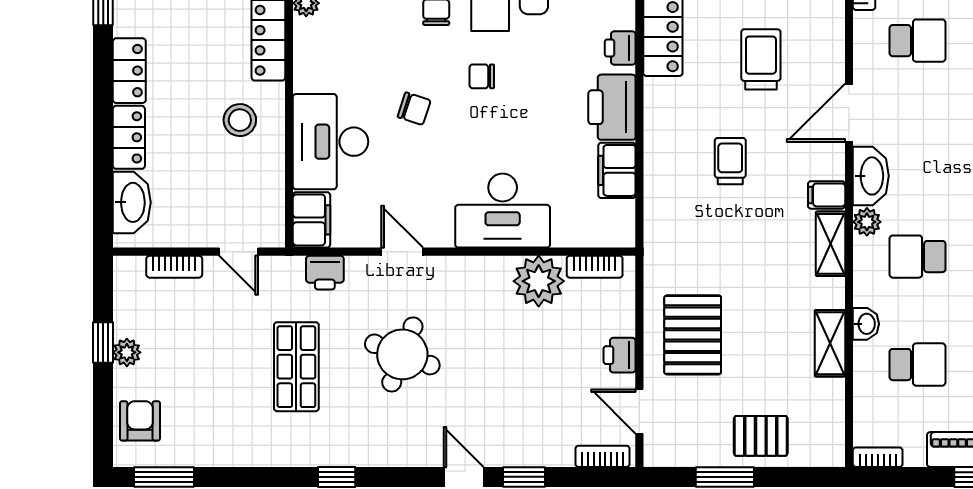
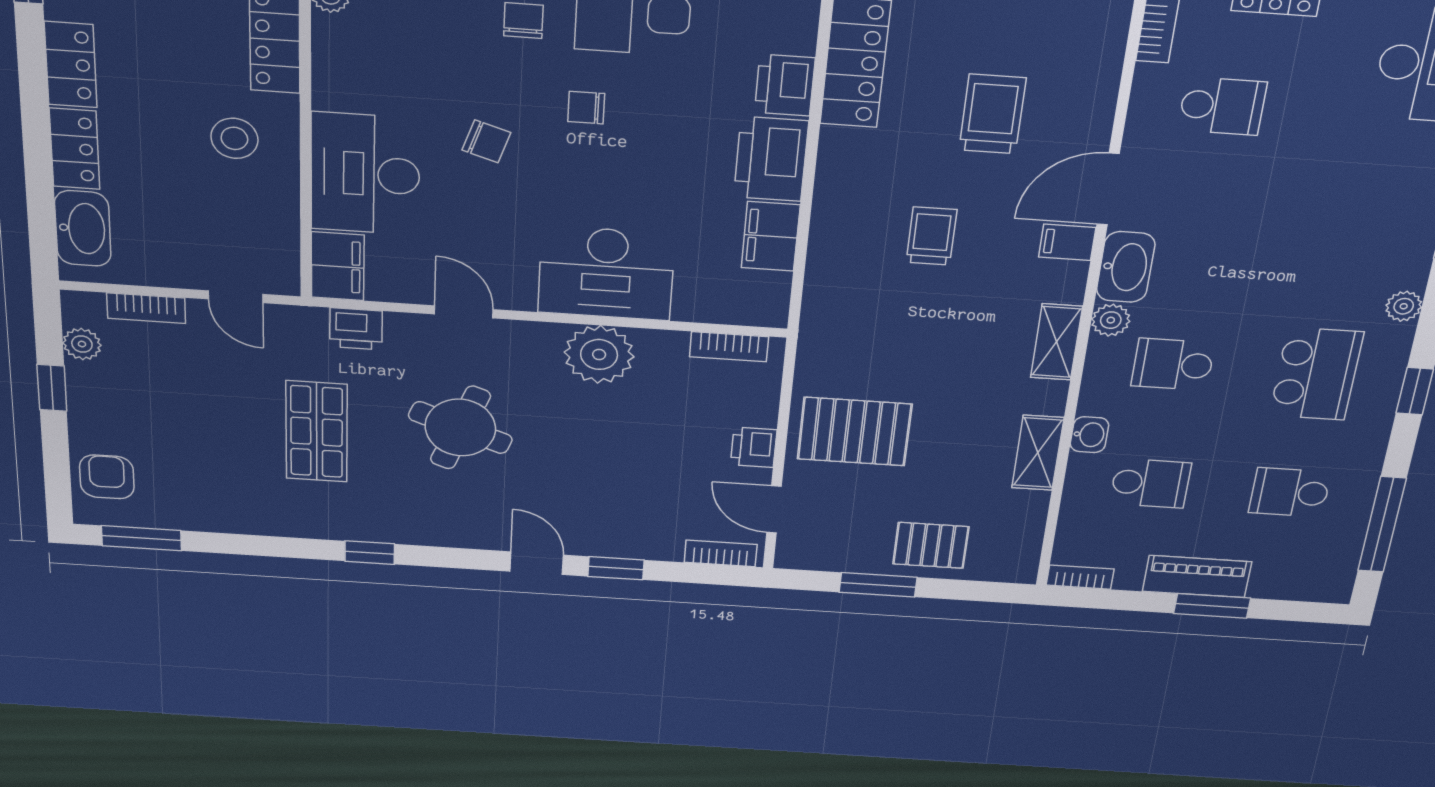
printer: (620, 48) -> (785, 85), width x1.36, depth x1.24
filing cabinet: (827, 195) -> (1067, 242), moved
plant: (539, 281) -> (599, 354), moved
pallet: (693, 335) -> (855, 432), turned 90
plant: (127, 352) -> (82, 344), moved

